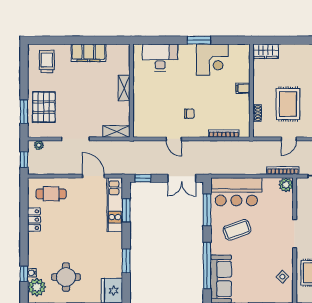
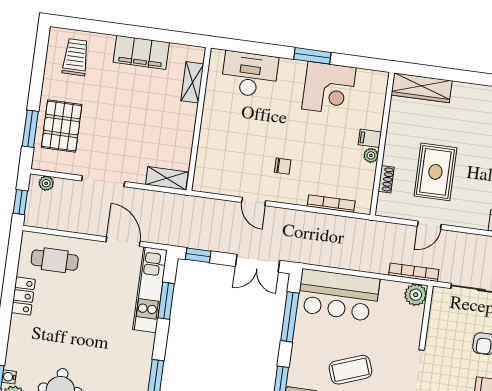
wardrobe: (265, 51) -> (422, 88), width x1.50
shelving: (124, 88) -> (192, 82), moved
plant: (245, 99) -> (371, 155), added
coffee table: (237, 230) -> (350, 370), moved

